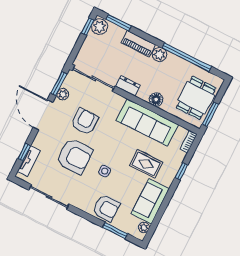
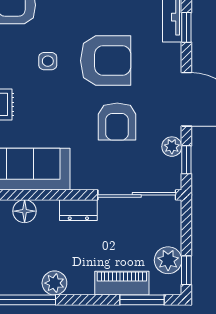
plant: (100, 27) -> (168, 260), moved
piano: (138, 44) -> (122, 283), moved
window: (59, 84) -> (186, 160), width x0.67
armchair: (74, 156) -> (106, 61), turned 180

